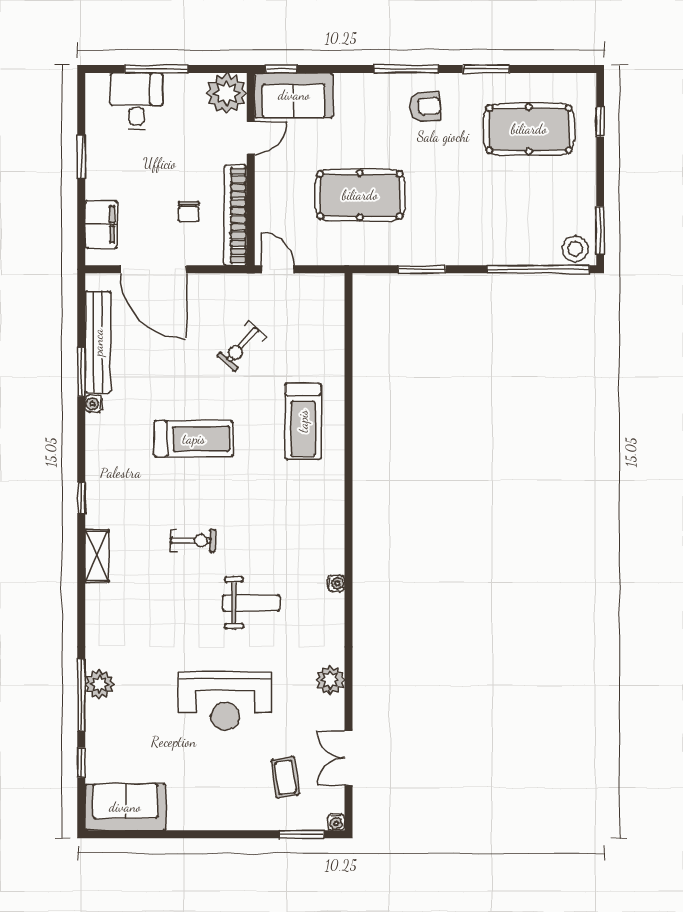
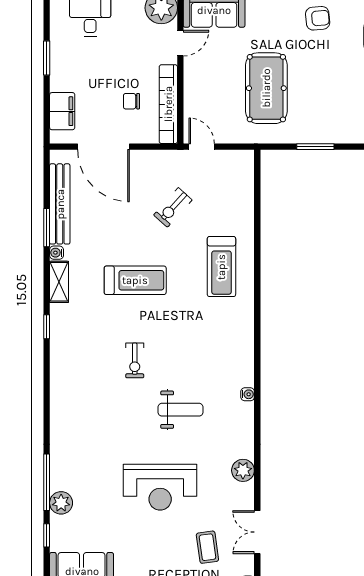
pool table: (360, 195) -> (266, 88), turned 90
chair: (189, 212) -> (131, 101), turned 90
exercise bike: (193, 540) -> (135, 360), turned 90
shelving: (97, 556) -> (59, 282), moved
plant: (100, 684) -> (61, 503), moved

